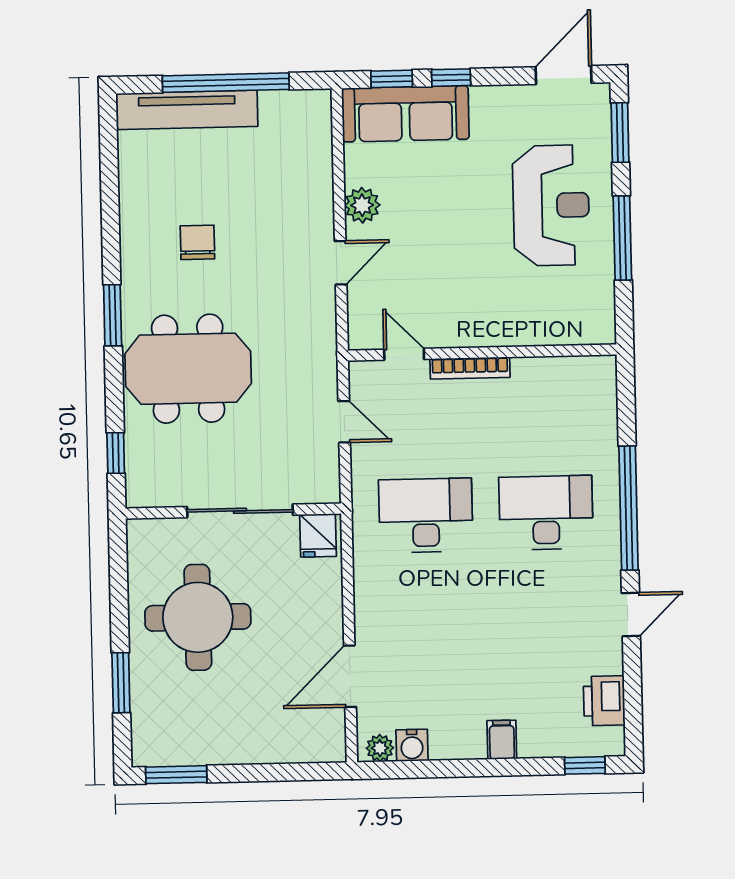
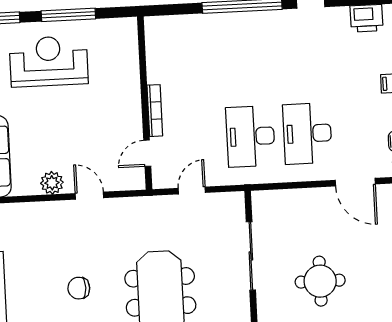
desk: (546, 513) -> (307, 133), moved
fridge: (318, 535) -> (265, 205), removed
round table: (198, 617) -> (320, 281), width x0.73, depth x0.73

